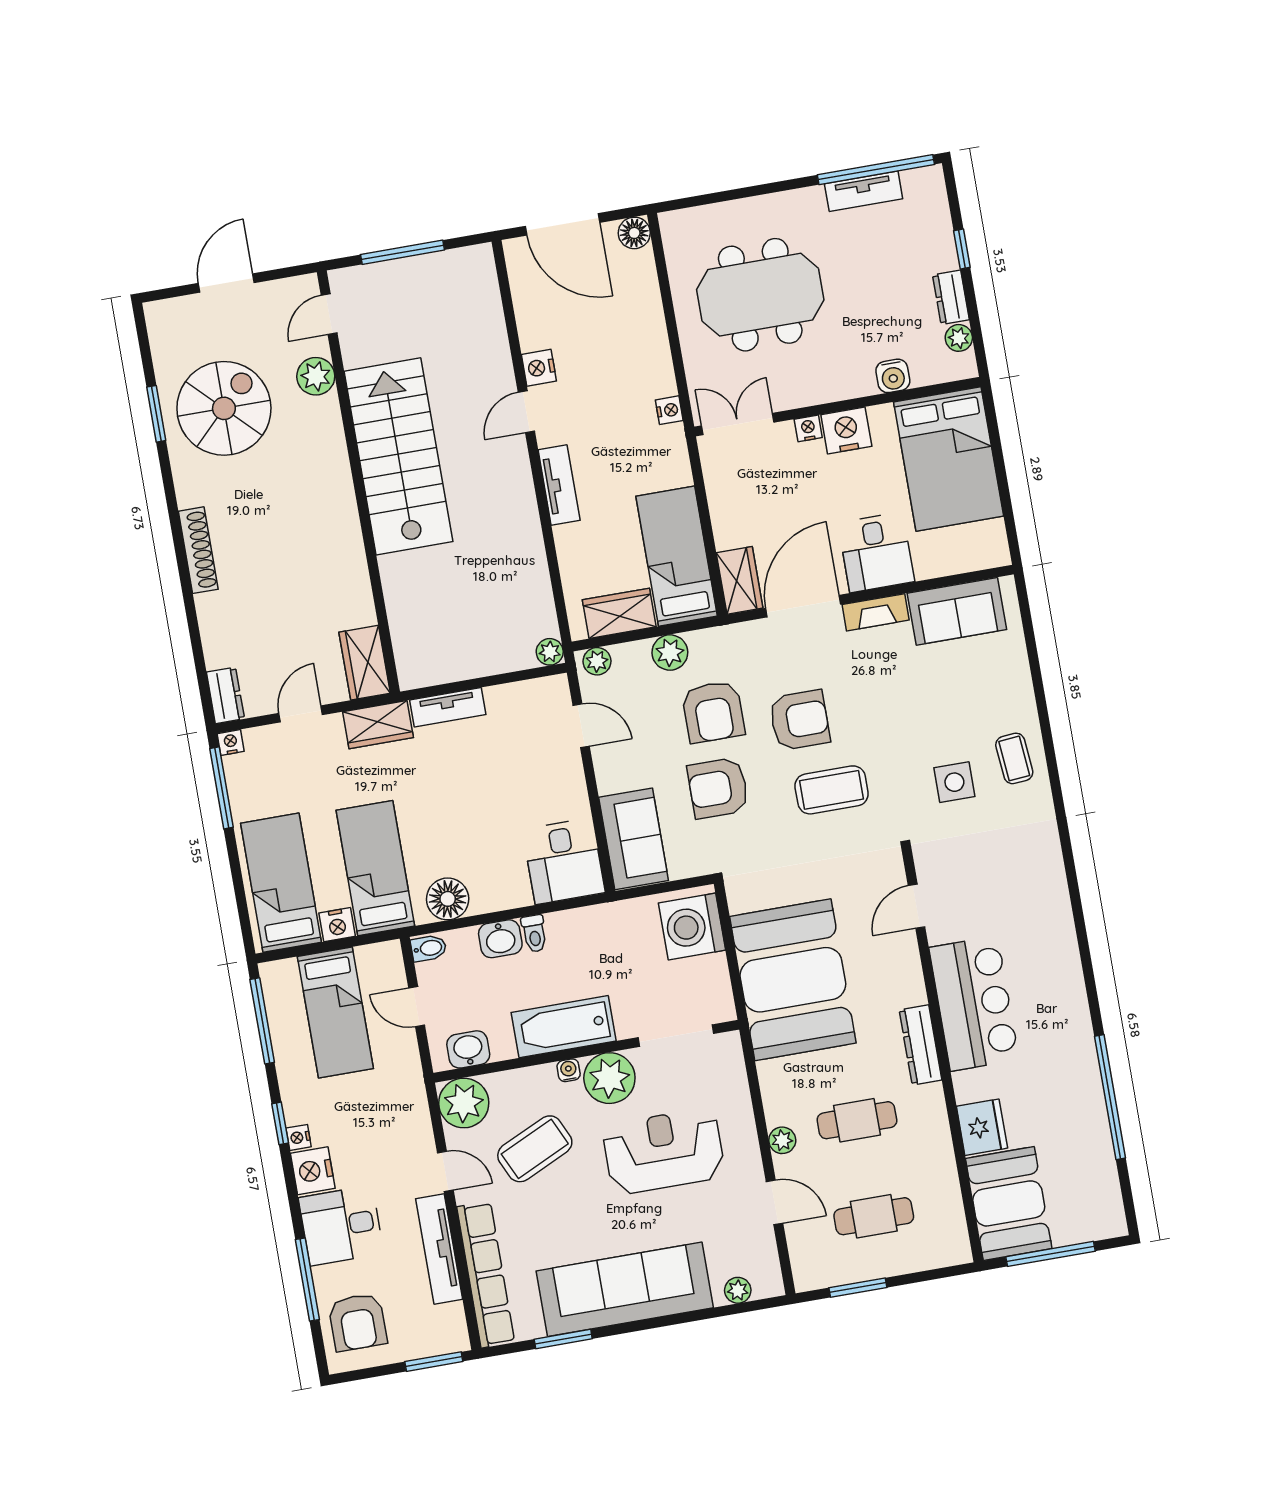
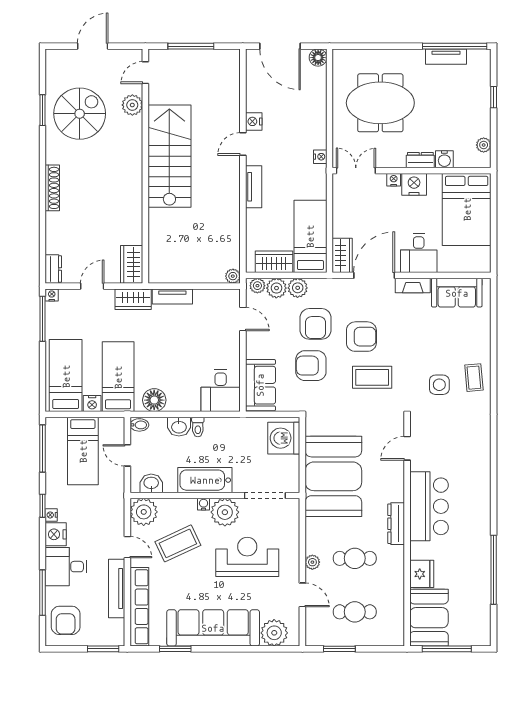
dresser: (951, 297) -> (420, 160), moved, turned 90
plant: (632, 660) -> (276, 288), added
plant: (738, 1290) -> (274, 633), width x1.88, depth x1.88

